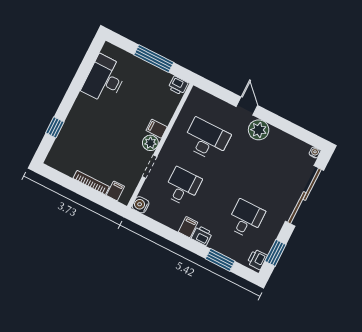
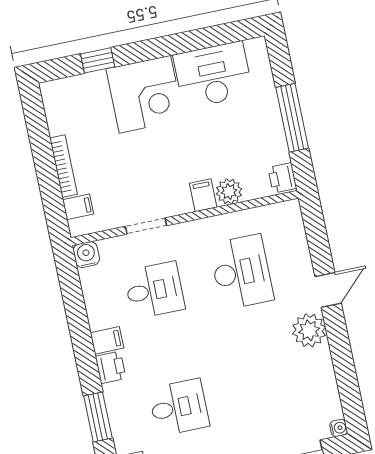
corner desk: (88, 118) -> (145, 94), added
plant: (150, 143) -> (229, 192), moved

